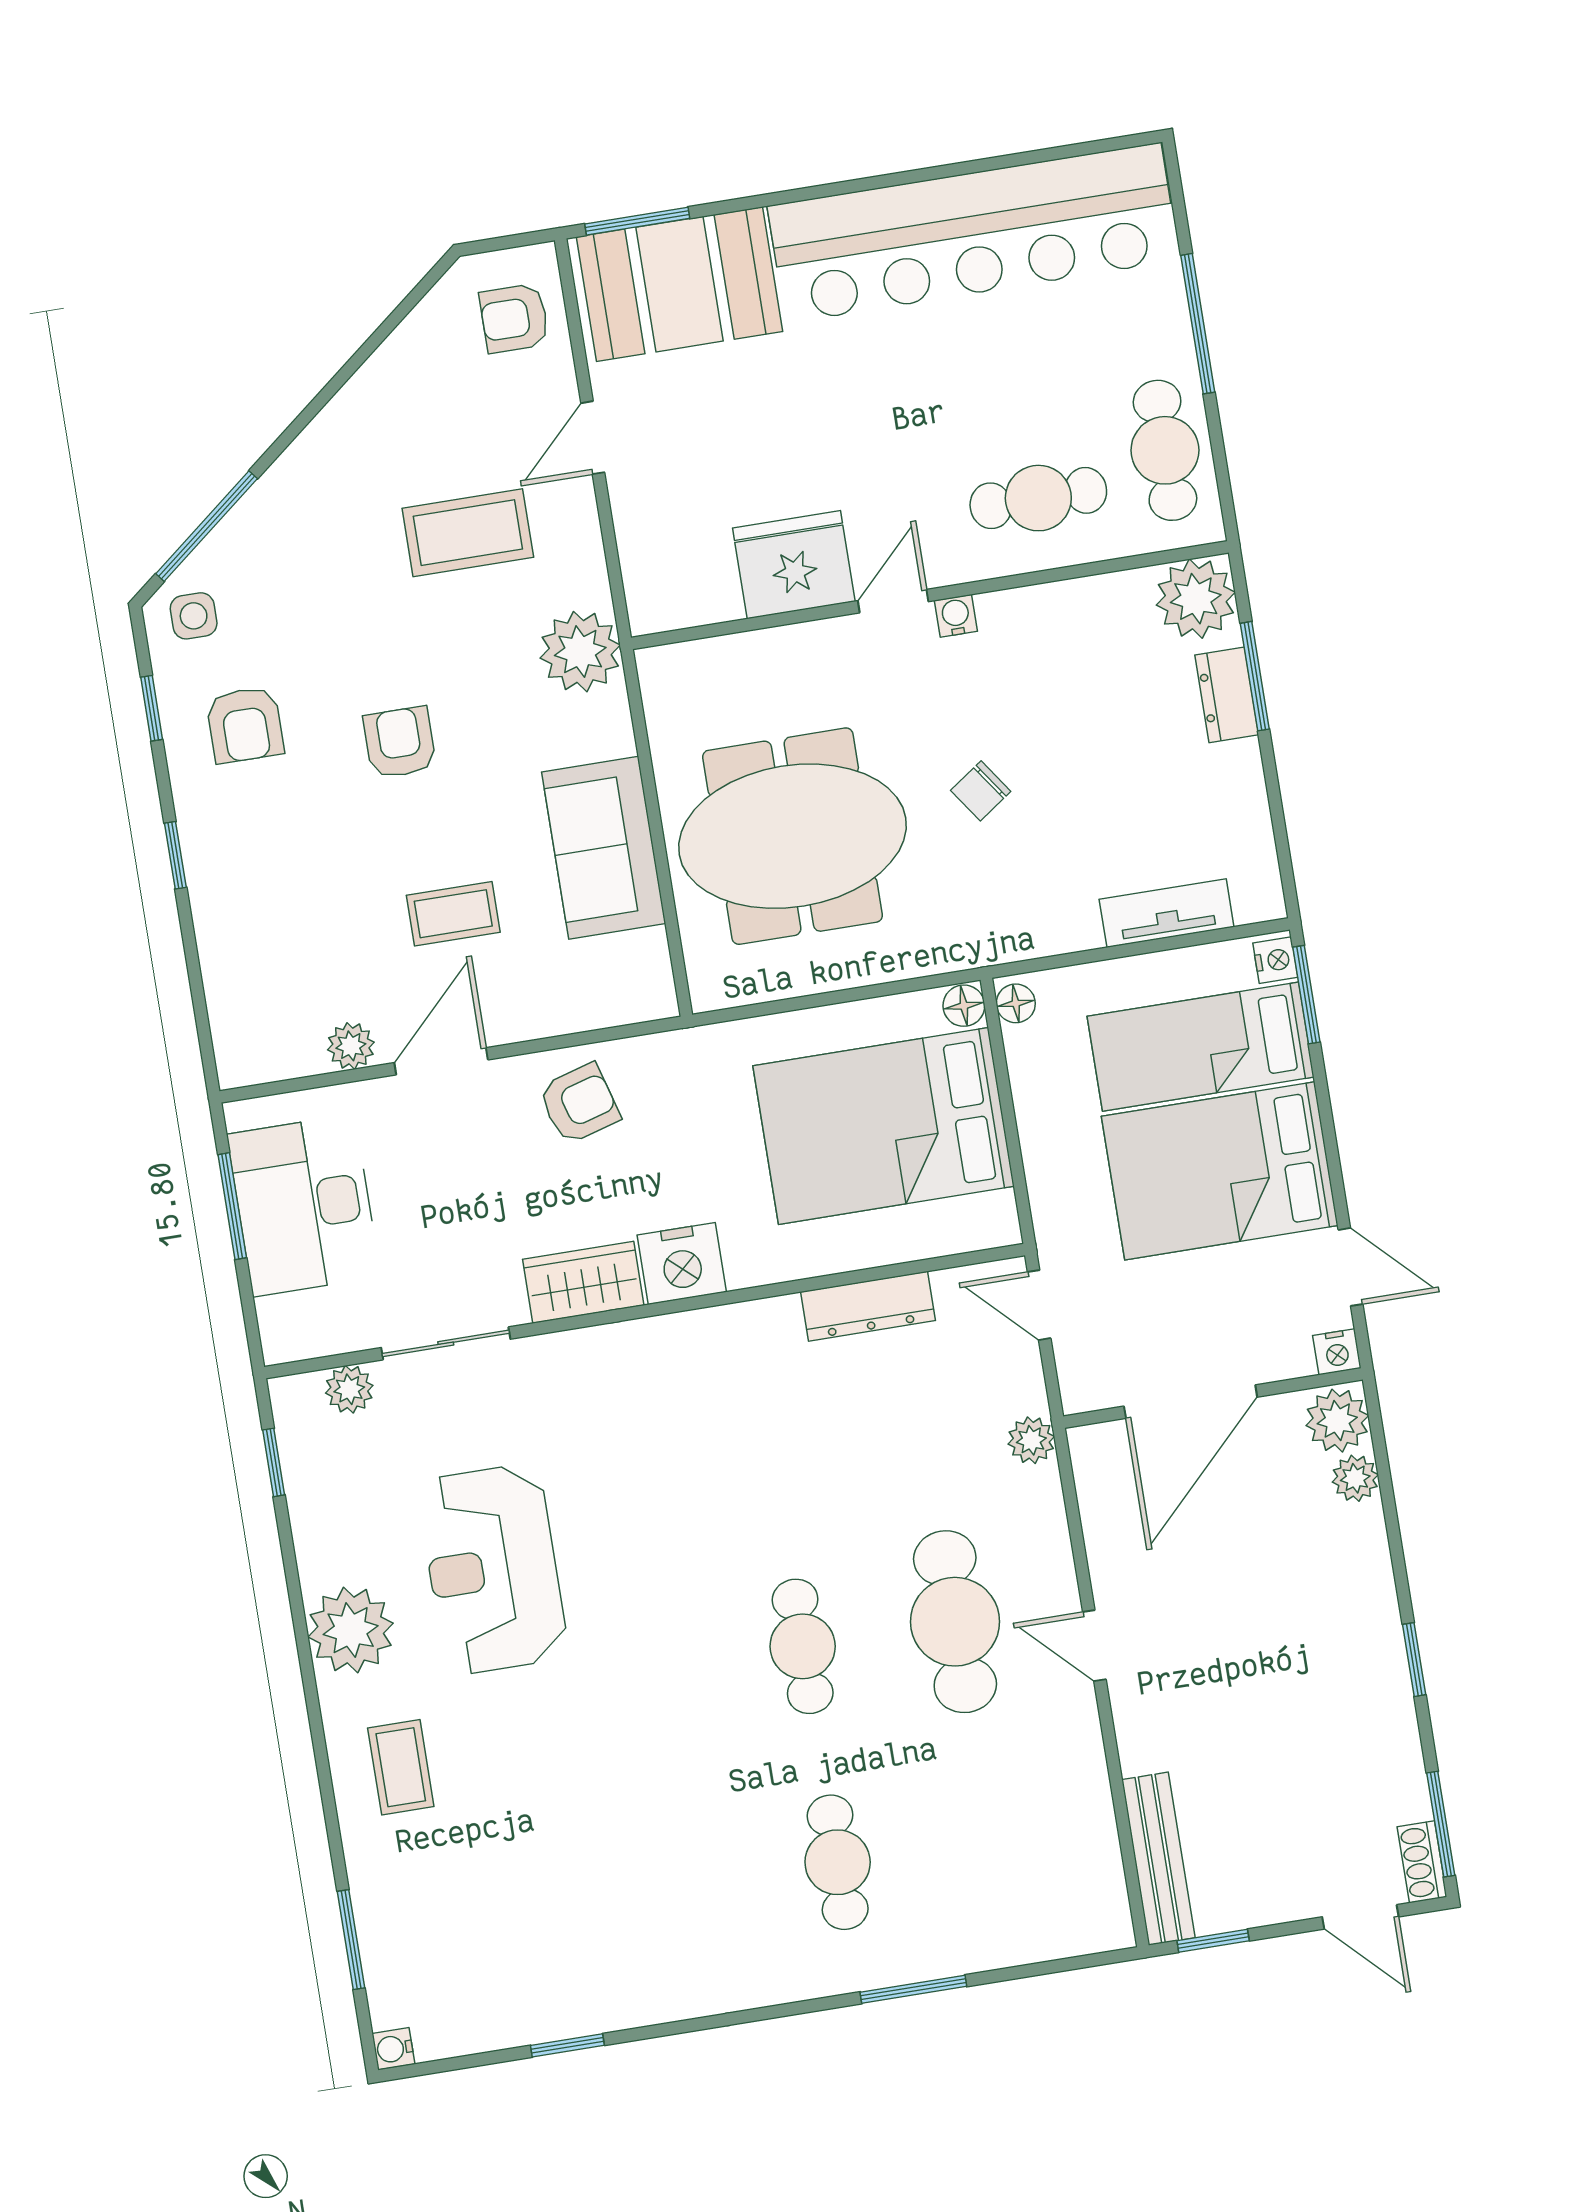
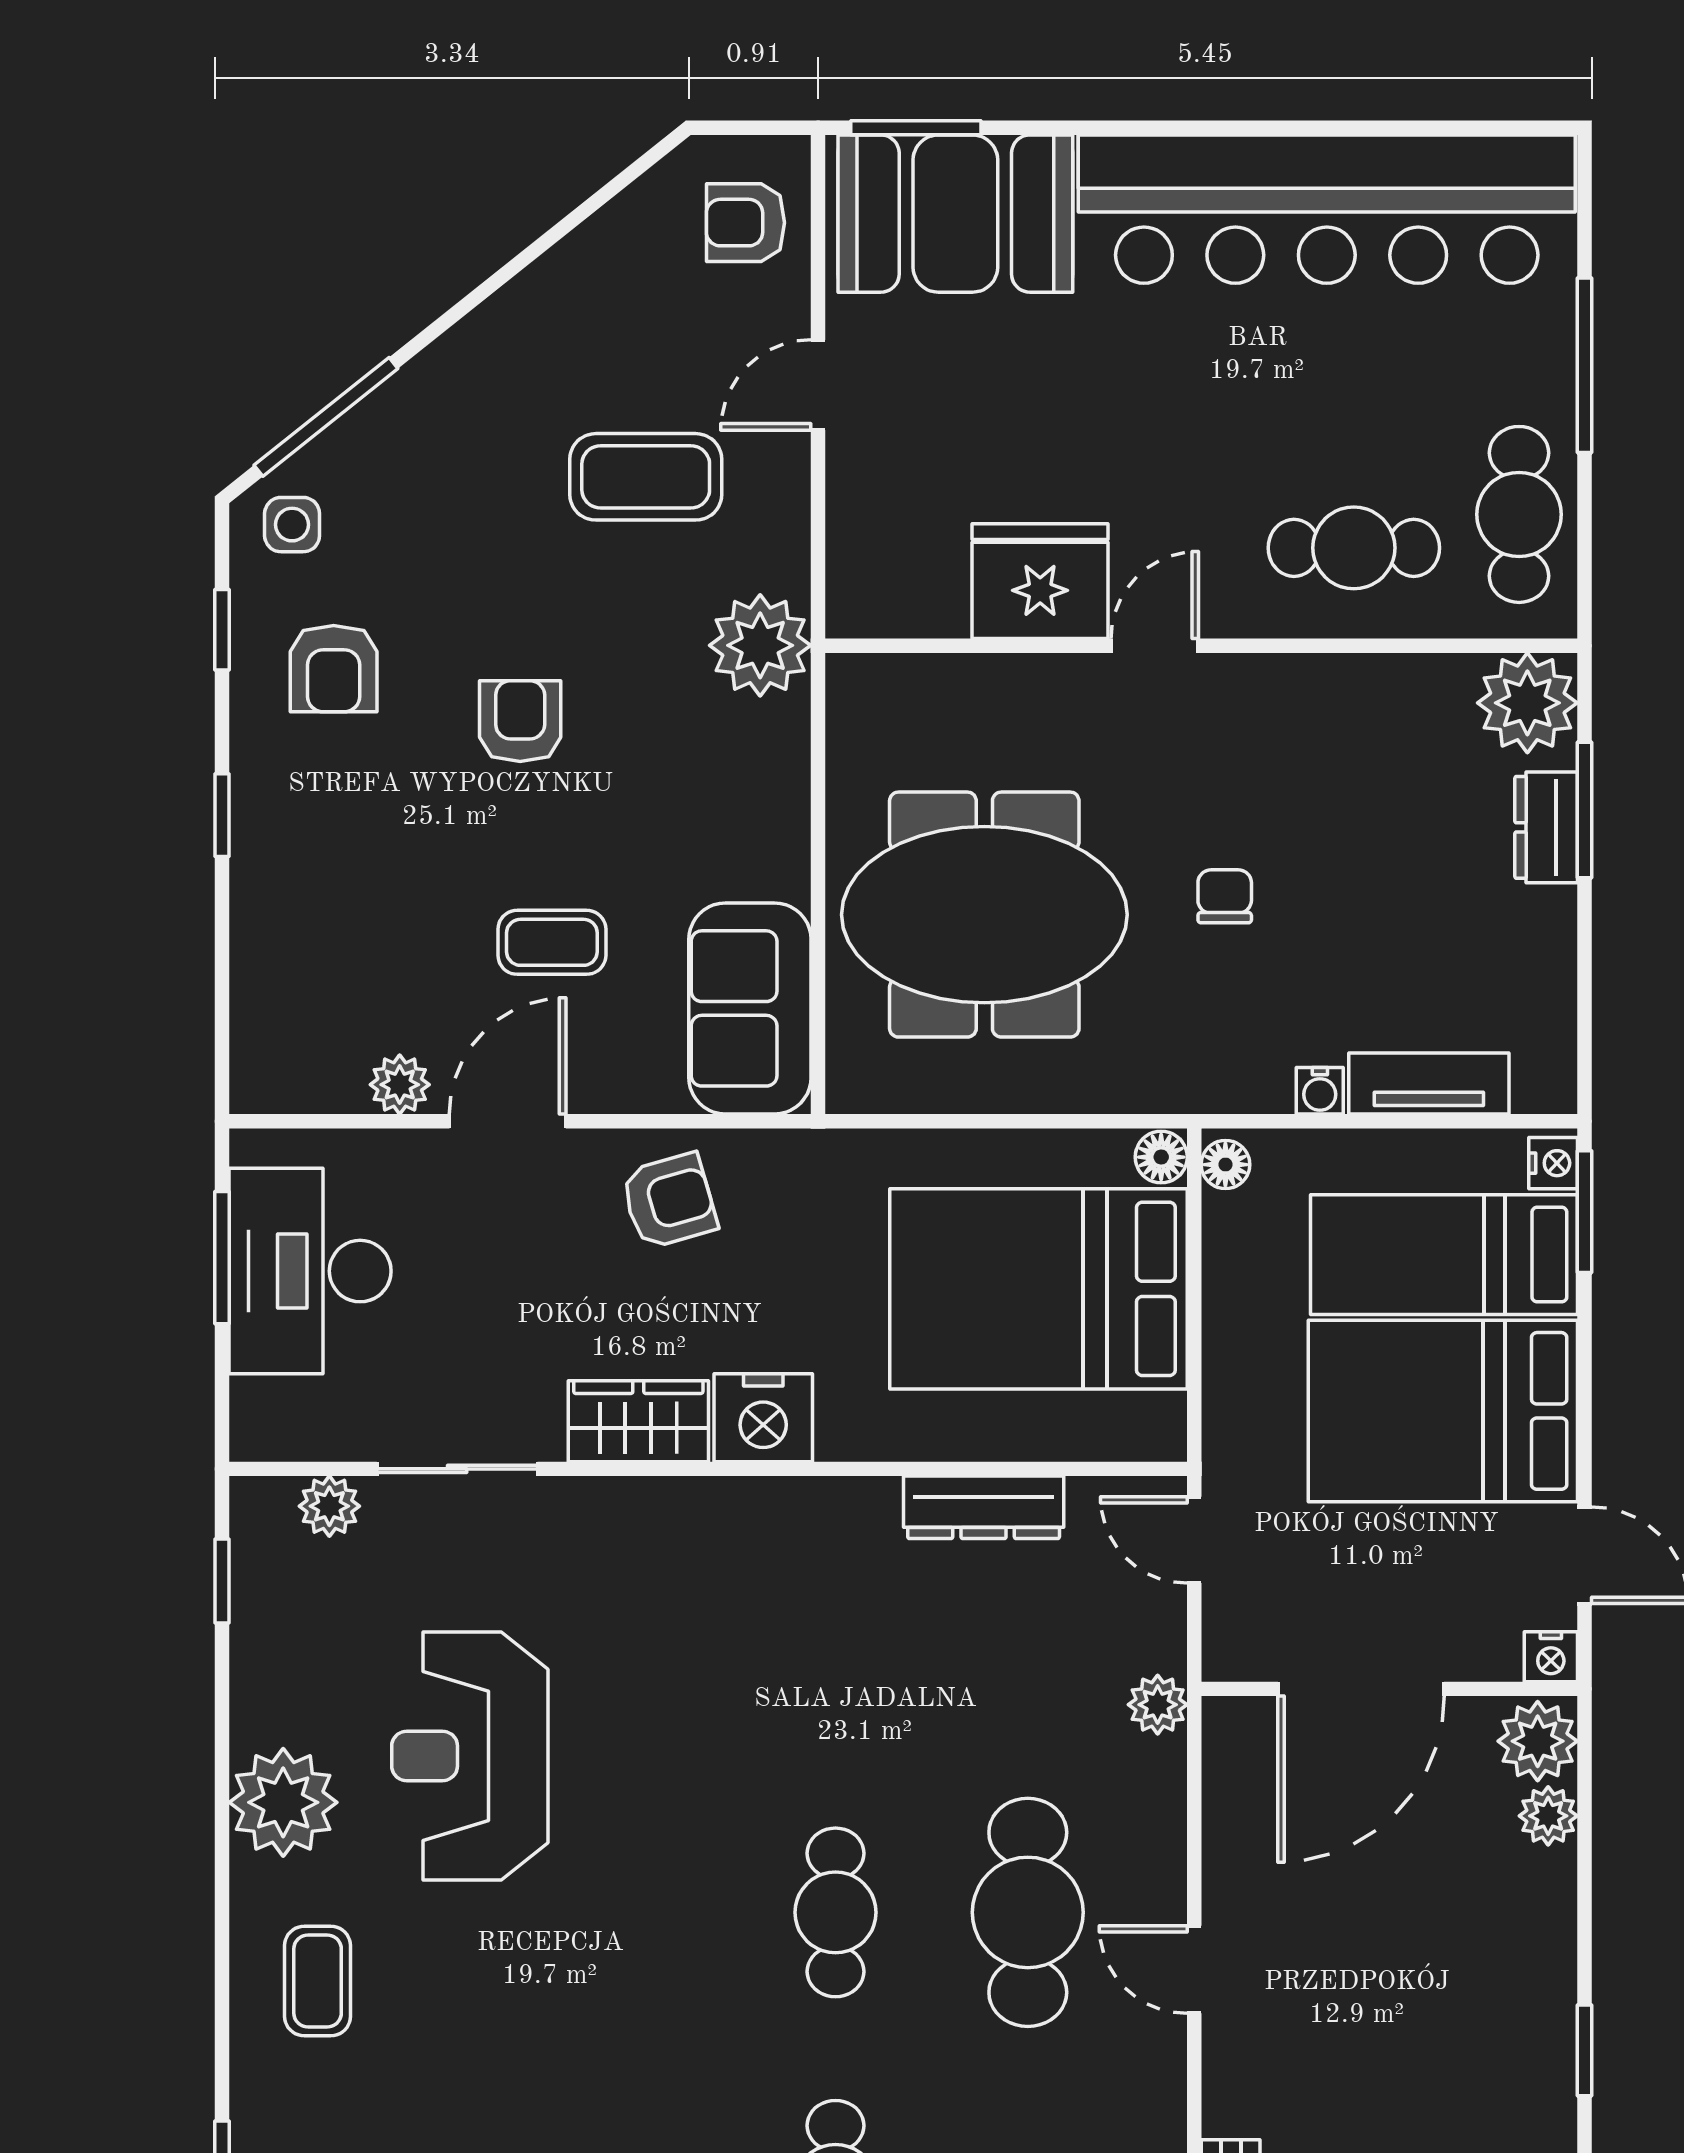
water cooler: (956, 616) -> (1320, 1091), moved, turned 180
chair: (981, 791) -> (1225, 896), turned 125
sofa: (604, 848) -> (750, 1008), moved

